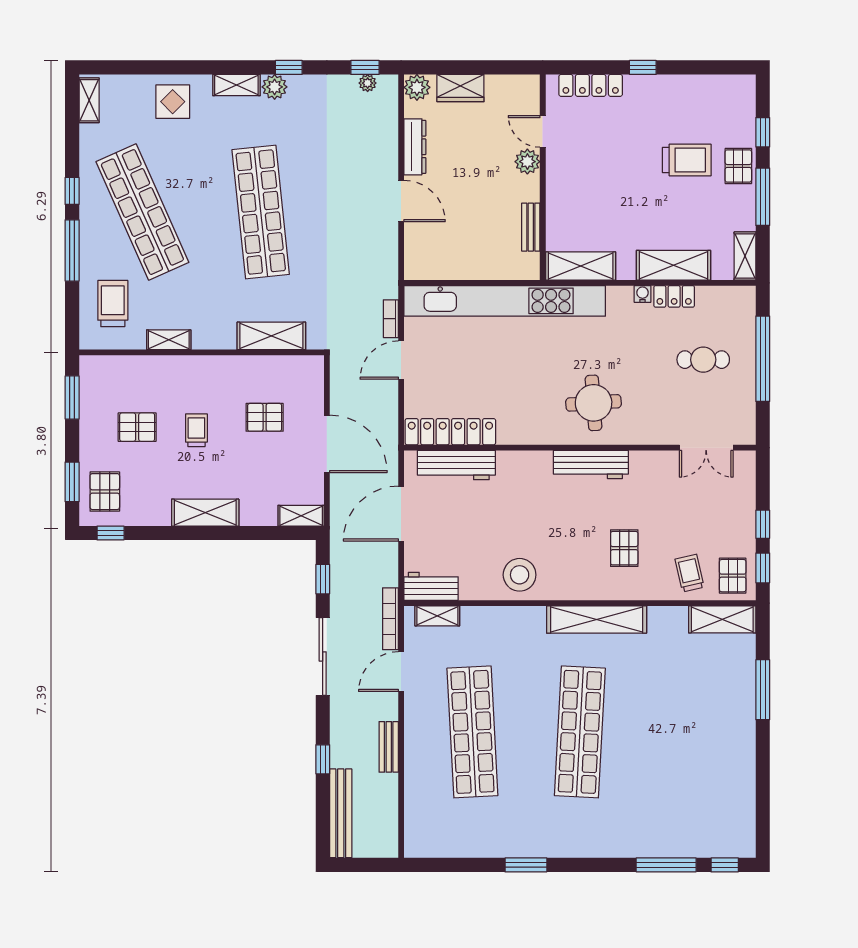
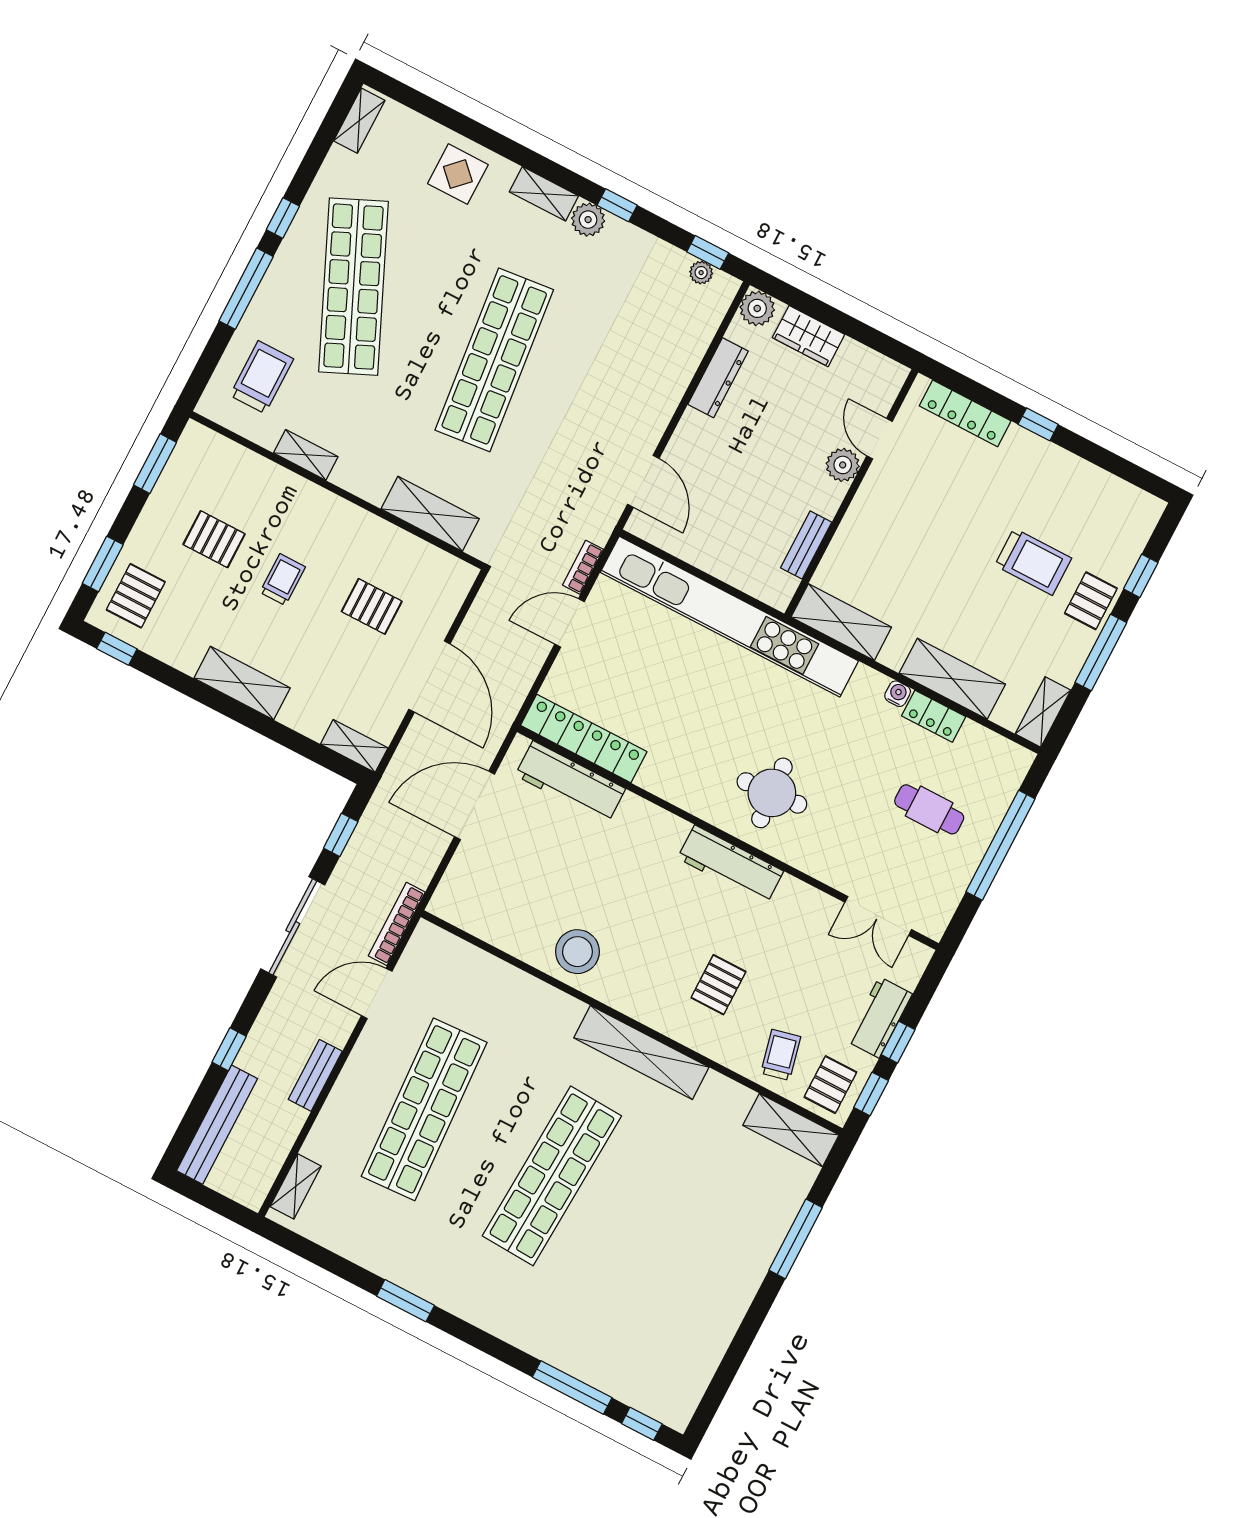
door: (401, 201) -> (643, 481), moved
workbench: (431, 586) -> (879, 1017), moved, turned -90
shelving: (437, 616) -> (296, 1186), moved, turned 90

